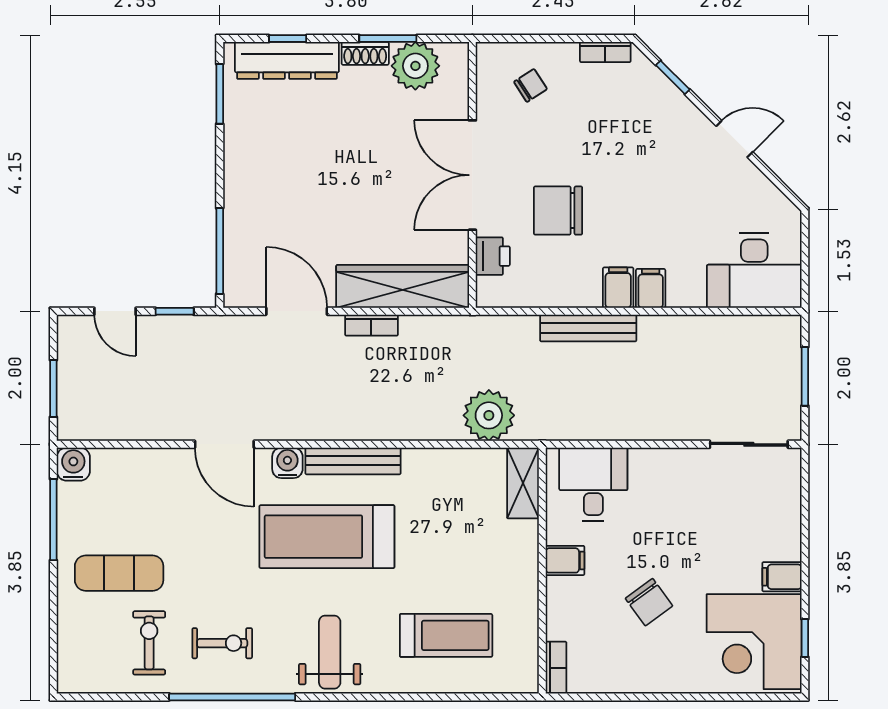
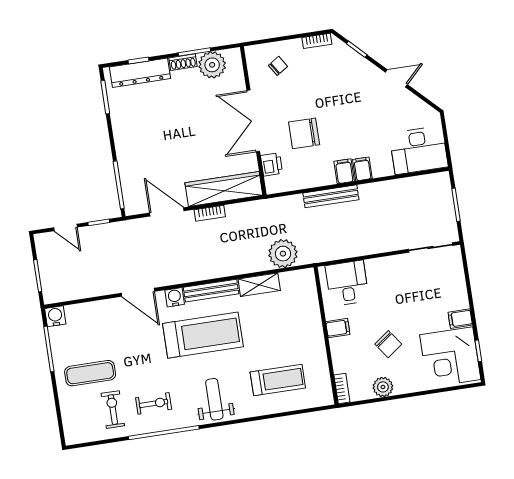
shelving: (523, 483) -> (259, 285), moved, turned 90
treadmill: (327, 537) -> (203, 335), turned 180
plant: (628, 676) -> (383, 387), added

